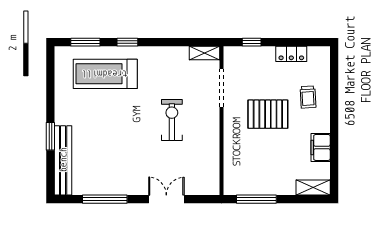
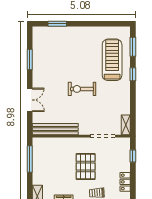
exercise bike: (172, 120) -> (82, 89), moved, turned 180
window: (50, 136) -> (57, 24), moved
bench: (63, 160) -> (55, 129), moved
window: (105, 199) -> (30, 59), width x0.69

